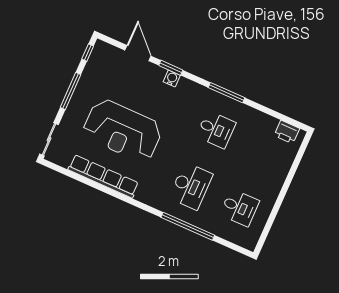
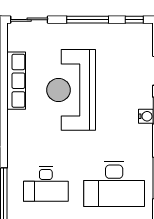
desk: (216, 130) -> (114, 184), width x1.87, depth x1.30
row of seats: (103, 176) -> (16, 81), width x0.73

